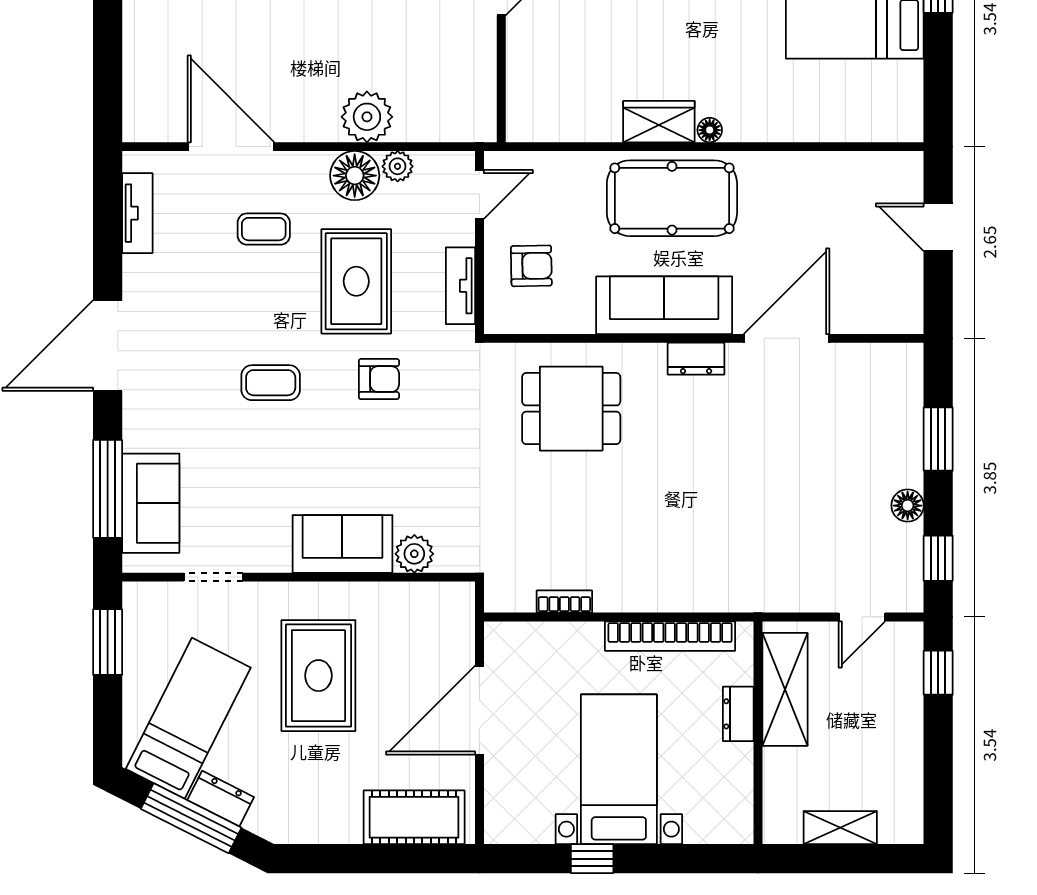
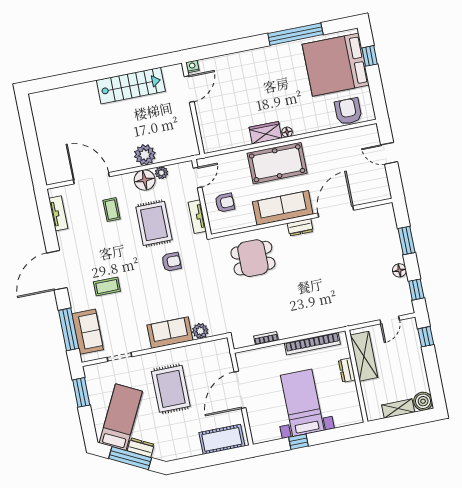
armchair: (862, 110) -> (348, 111), added
coffee table: (264, 229) -> (112, 210), turned 90
coffee table: (271, 383) -> (107, 287), moved
boiler: (902, 822) -> (423, 401), added

